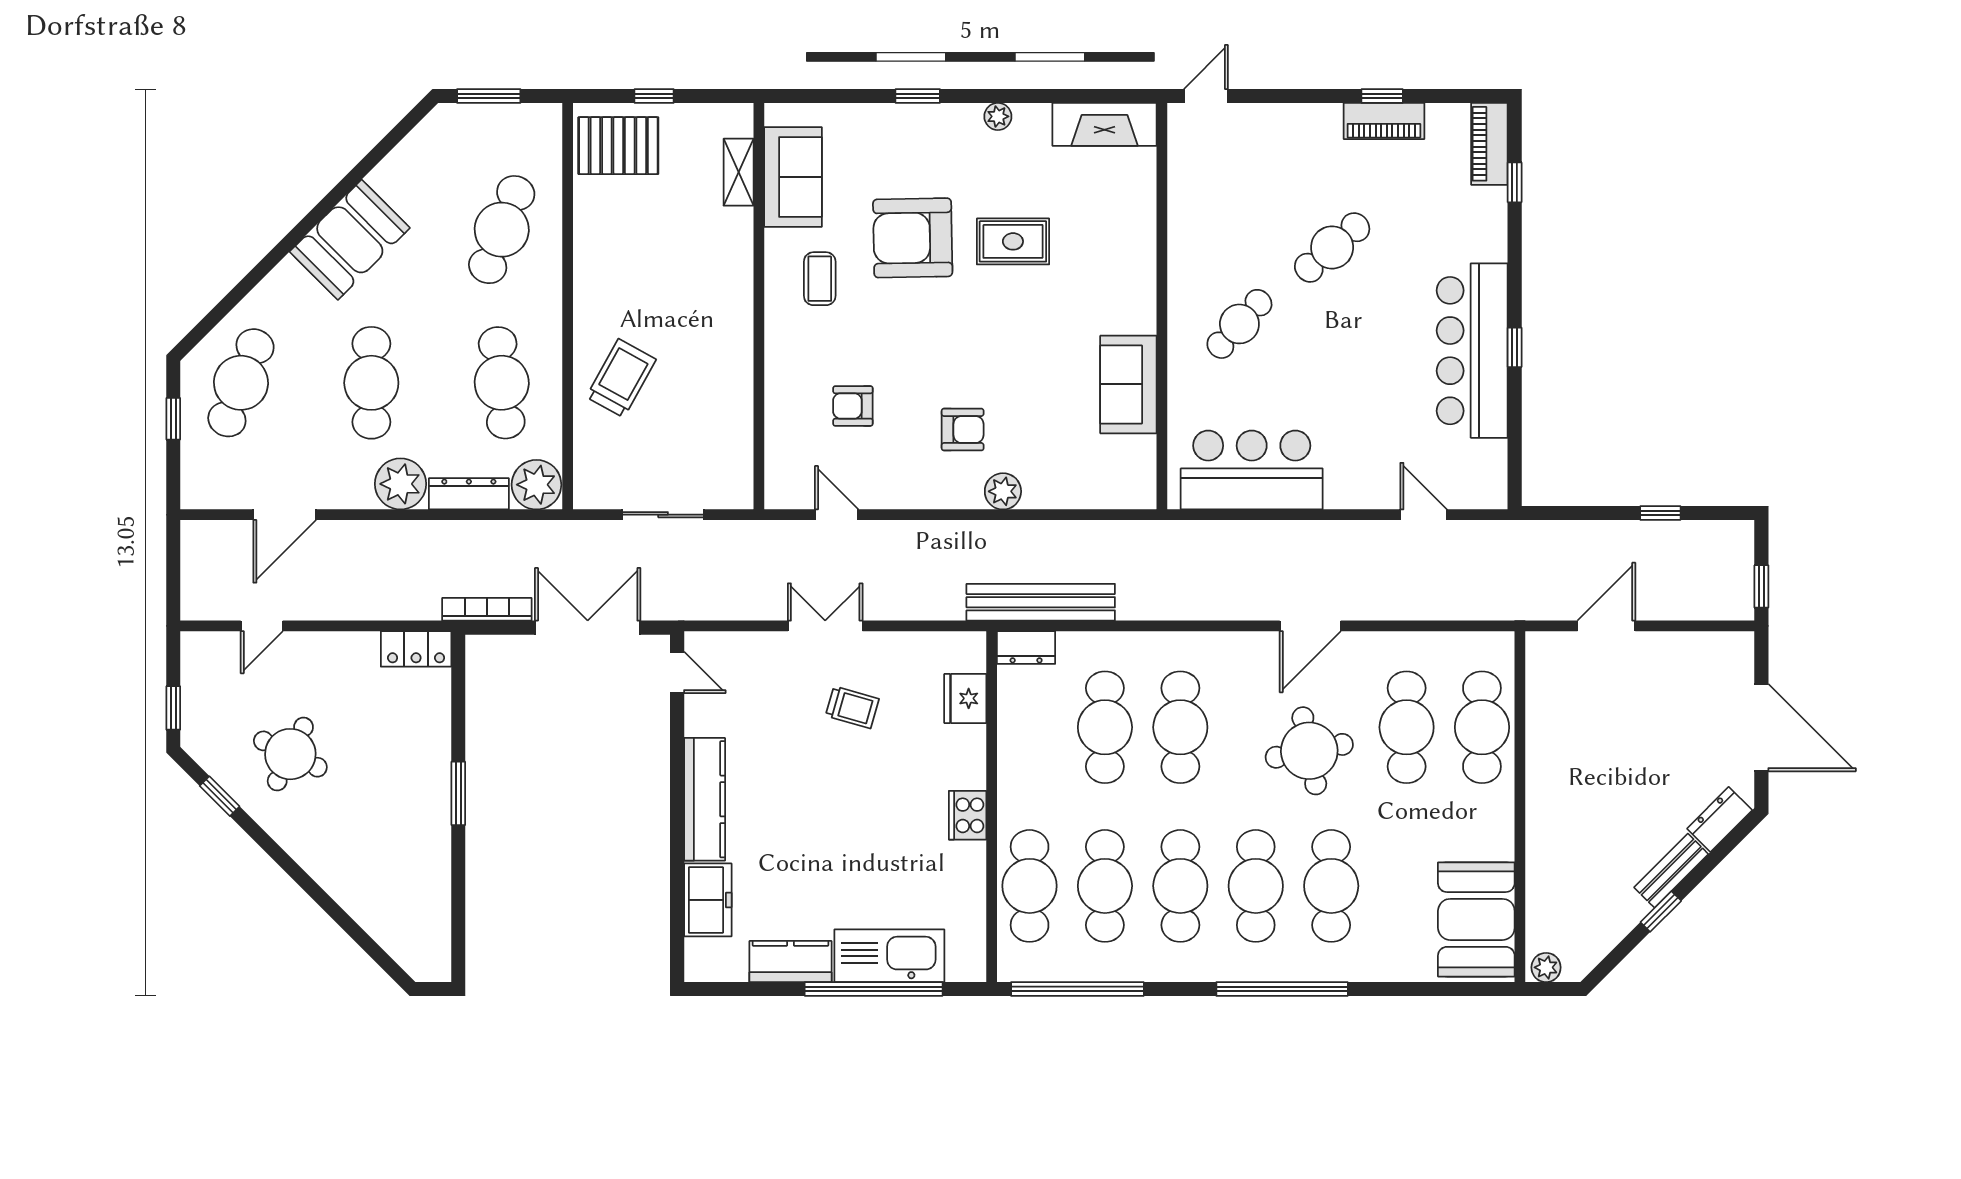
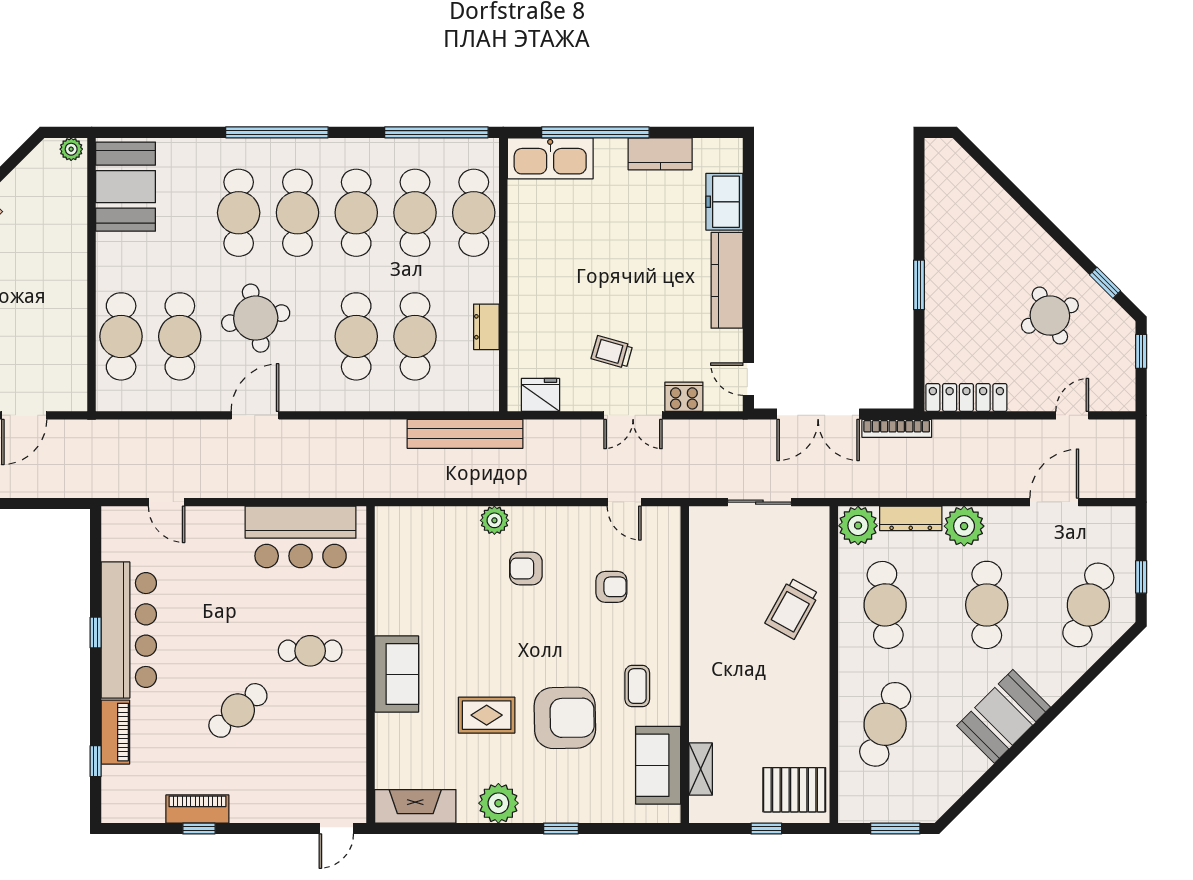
plant: (998, 116) -> (498, 803), width x1.88, depth x1.88
piano: (1489, 144) -> (115, 732), moved
cafe table: (1239, 324) -> (310, 651), turned 48
sofa: (1128, 384) -> (397, 674), moved
dresser: (1026, 648) -> (486, 327), moved, turned -90
locker: (416, 649) -> (966, 397), width x1.53
fridge: (965, 698) -> (540, 395), moved, turned -90
round table: (290, 754) -> (1050, 316), turned 38
cooker: (968, 815) -> (684, 397), moved, turned -90
kitchen sink: (889, 956) -> (550, 158), moved

